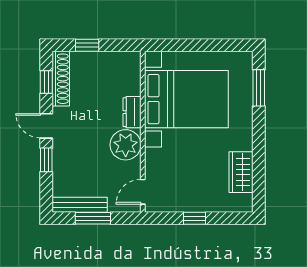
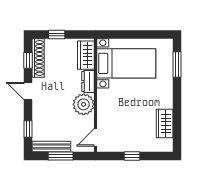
wardrobe: (129, 75) -> (86, 55), added
bed with nightstands: (186, 99) -> (126, 63), width x0.73
window: (46, 160) -> (28, 129), moved

